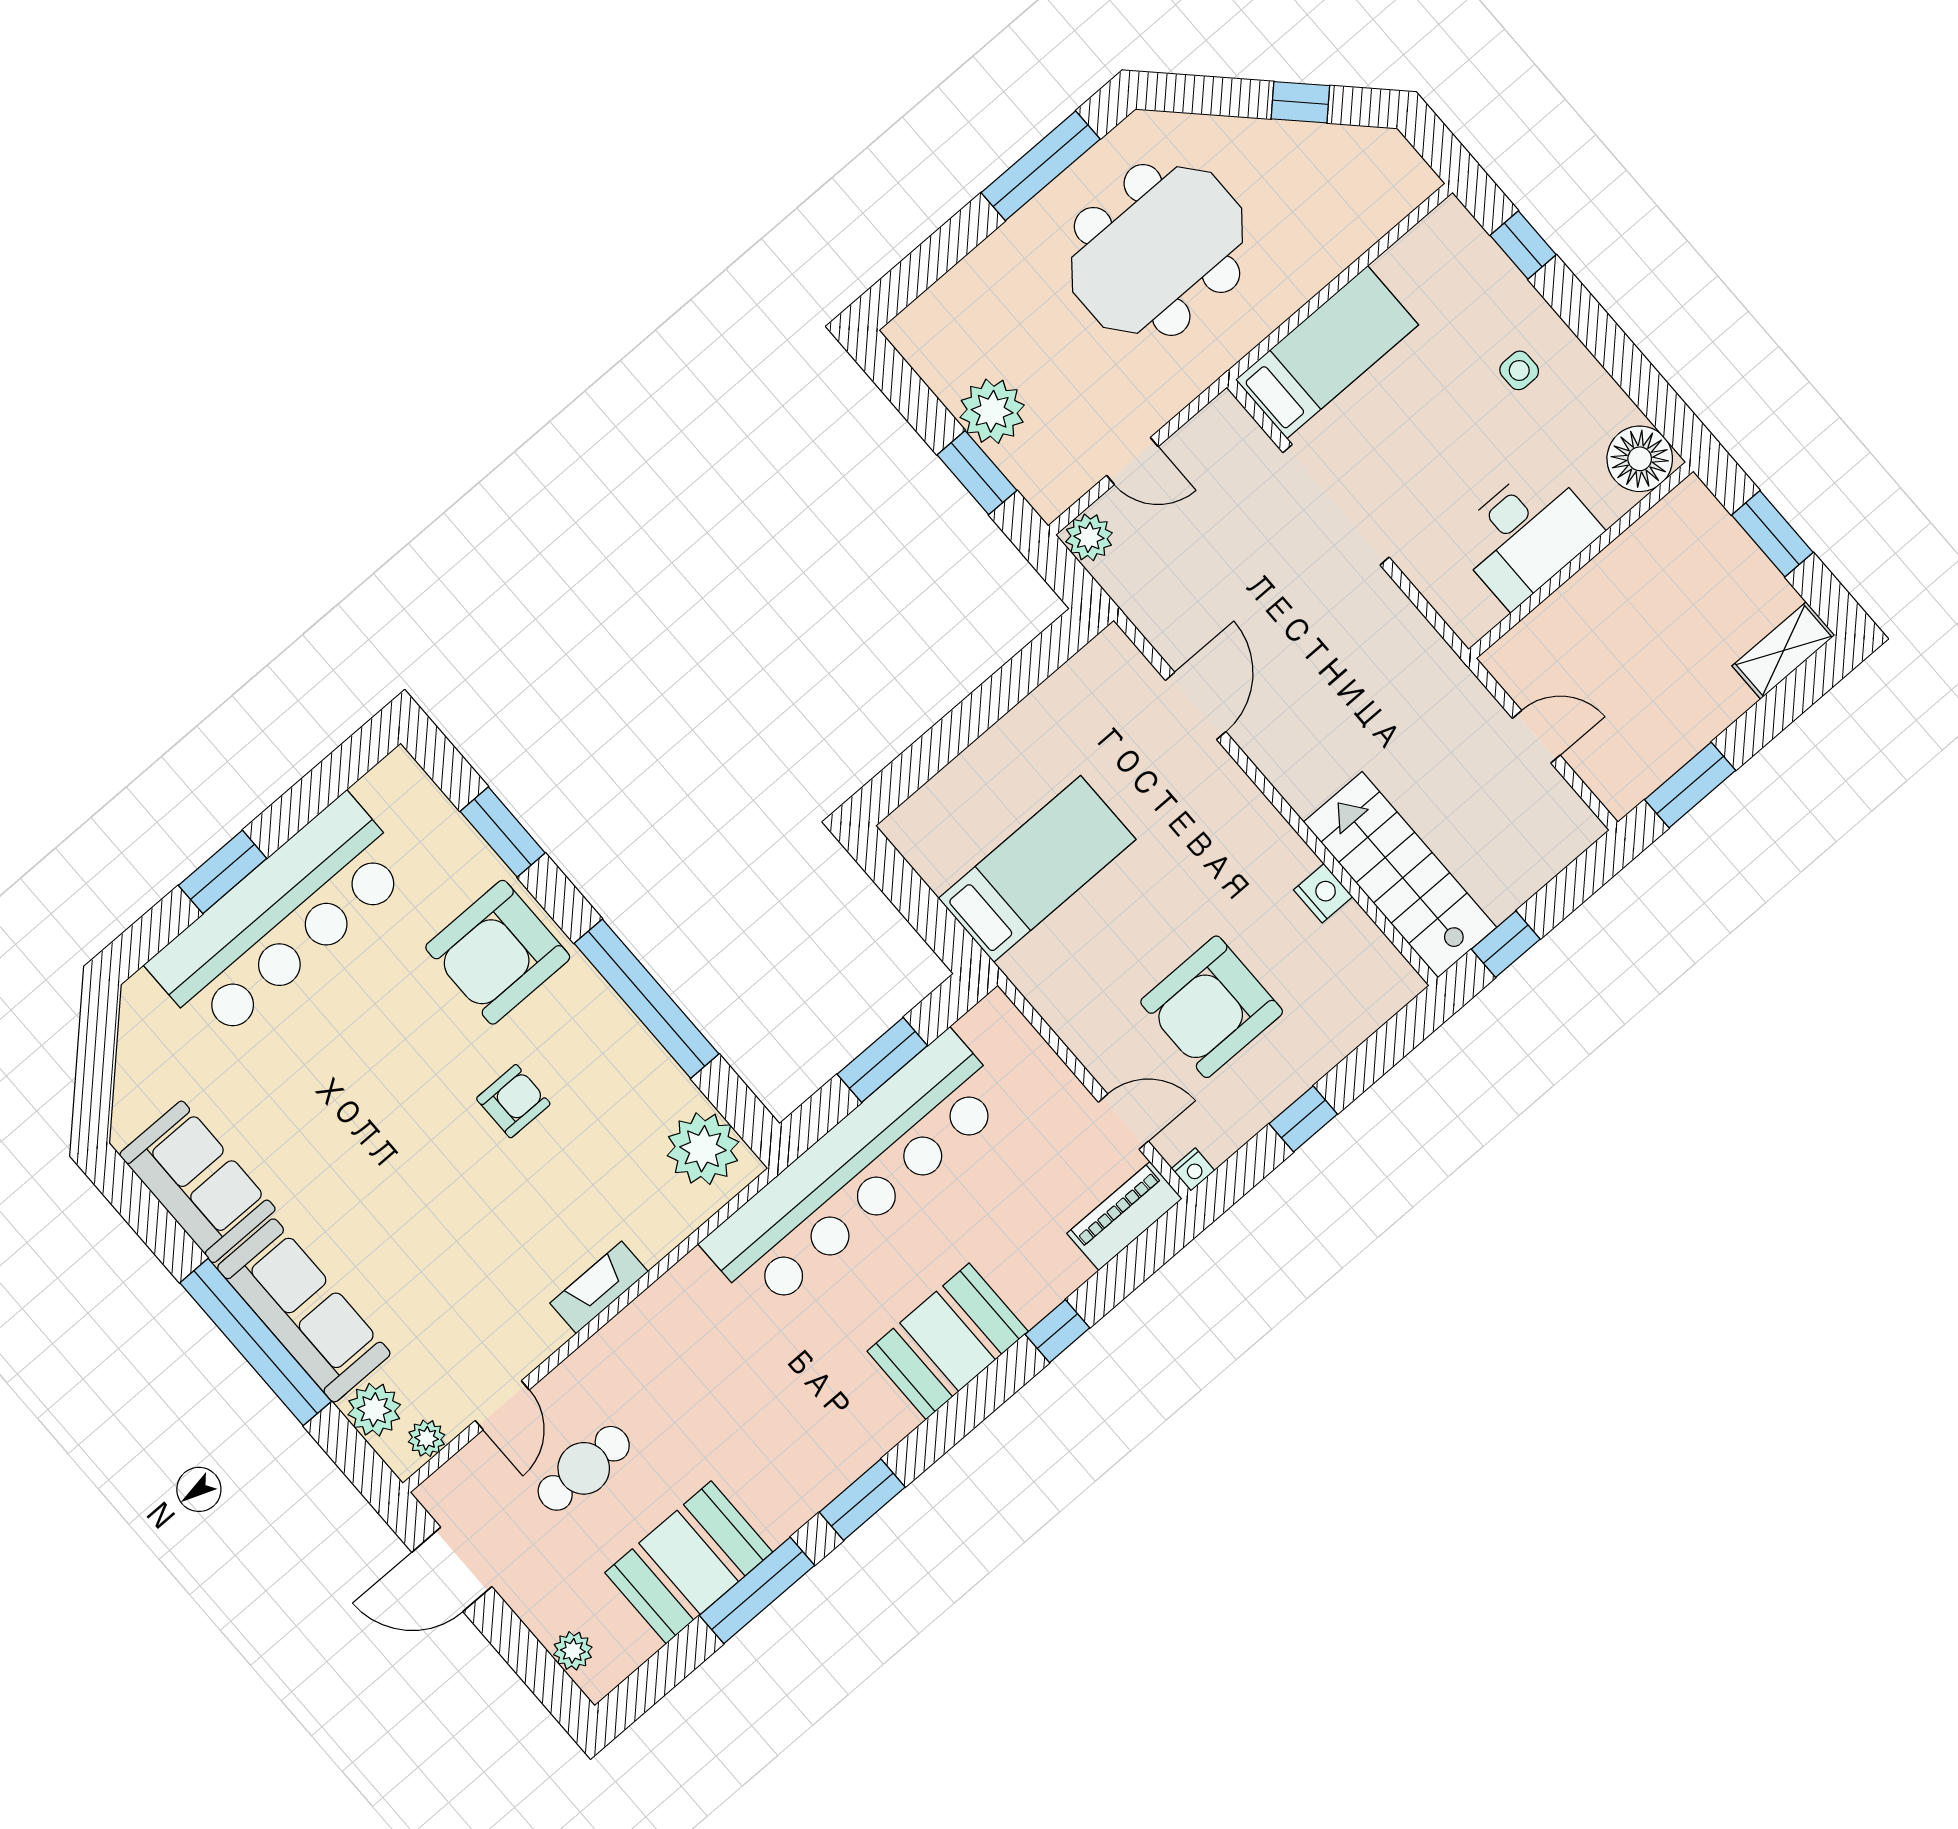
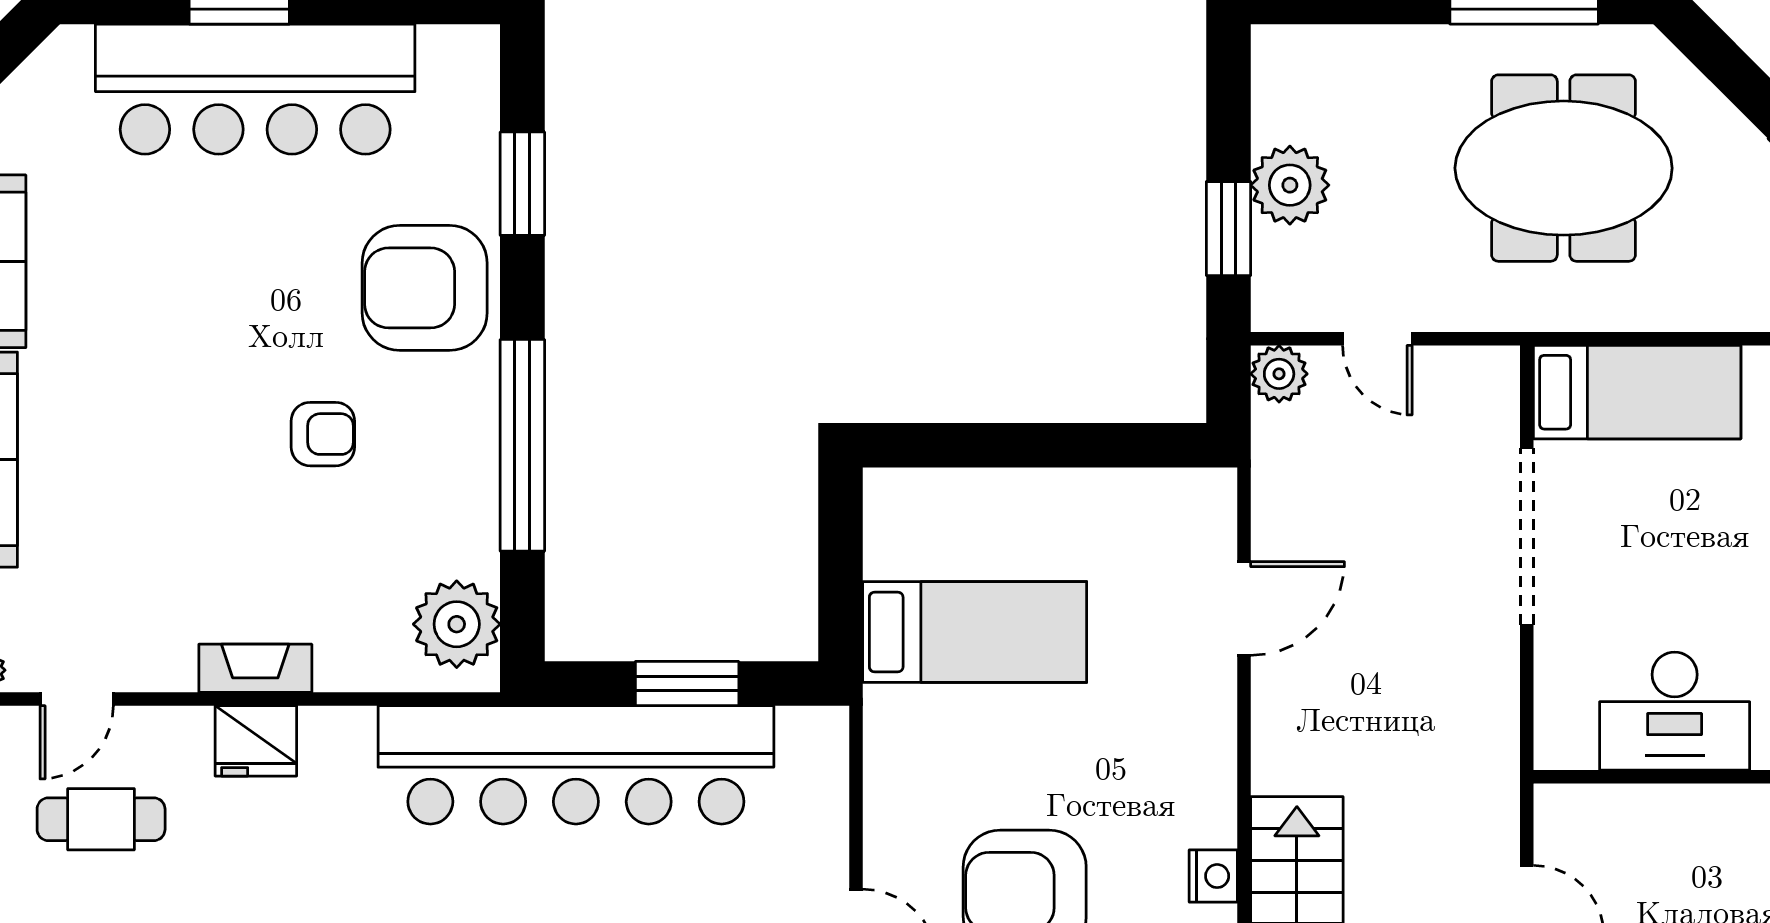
fridge: (639, 1333) -> (256, 741), added

